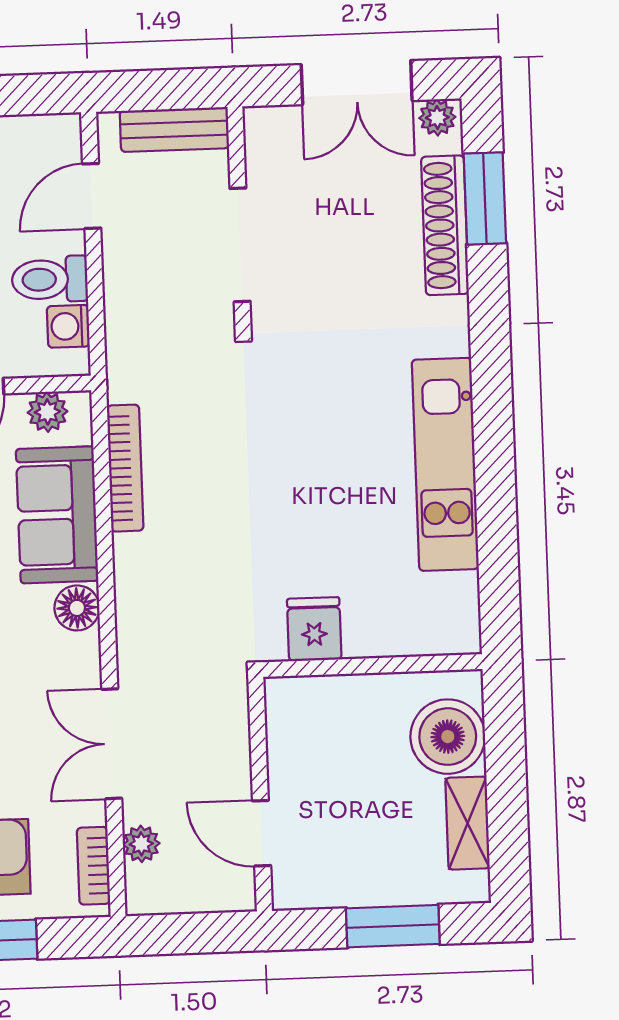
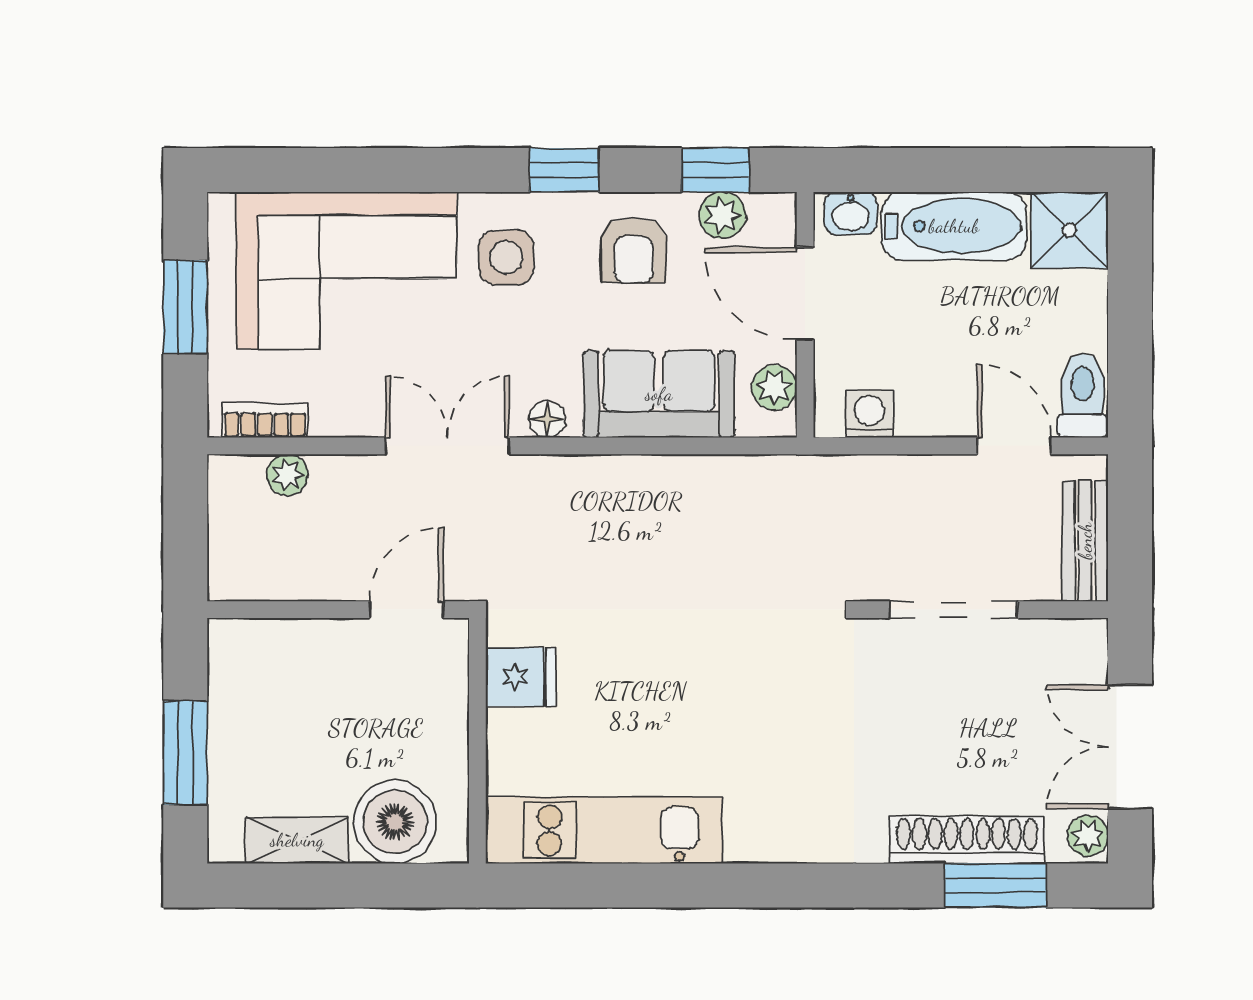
toilet: (50, 279) -> (1083, 395), moved
kitchen unit: (445, 464) -> (604, 830), moved
bookcase: (125, 468) -> (708, 472), removed
floor lamp: (77, 608) -> (547, 419), width x0.73, depth x0.73
double door: (112, 744) -> (447, 446), moved
door: (262, 833) -> (406, 610), moved

